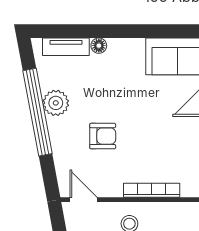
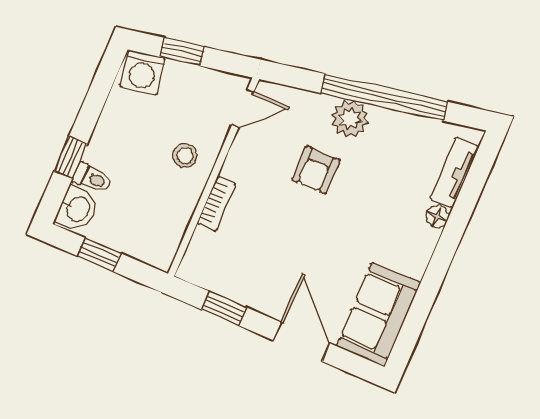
plant: (56, 103) -> (350, 119), moved
bookcase: (152, 190) -> (217, 204), width x0.64

